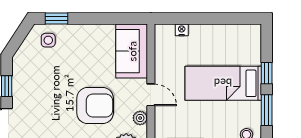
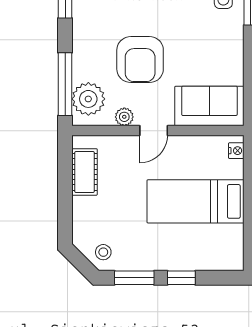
nightstand: (182, 30) -> (236, 151), moved
bed: (223, 83) -> (196, 201), moved, turned -90

